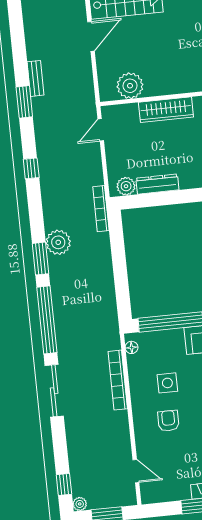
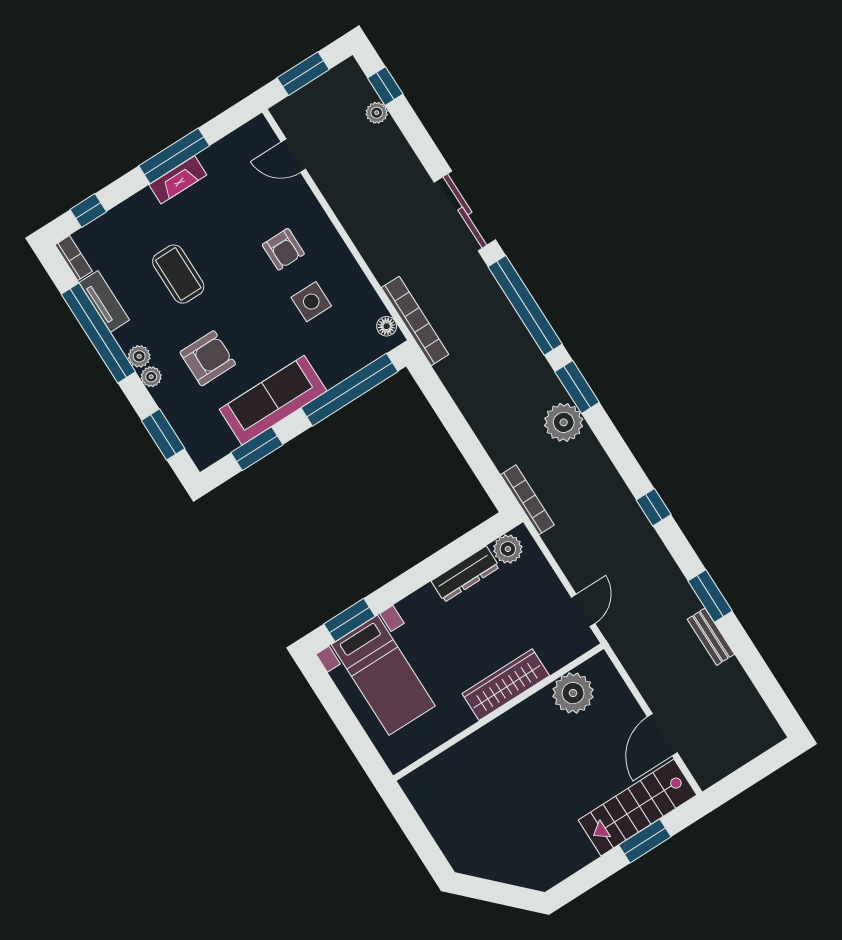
bookcase: (118, 380) -> (415, 321), moved
plant: (80, 504) -> (377, 113), moved

